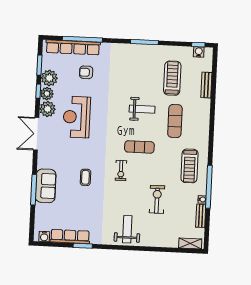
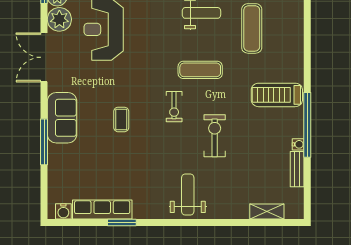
treadmill: (190, 166) -> (277, 95), turned 90
sofa: (46, 186) -> (62, 118), moved
exercise bike: (157, 199) -> (215, 136), moved
shelving: (190, 243) -> (267, 211), moved

